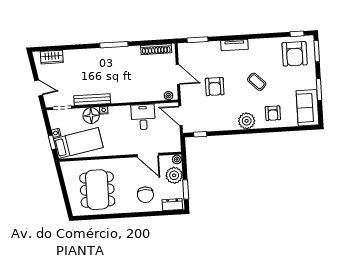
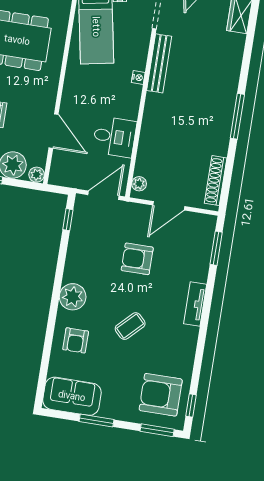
armchair: (273, 113) -> (76, 340), turned -90
floor lamp: (91, 116) -> (135, 56), removed
door: (148, 155) -> (54, 131), swing flipped

